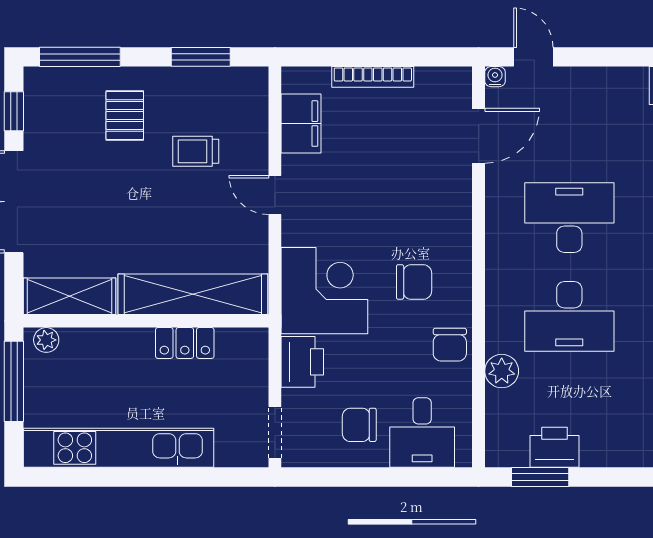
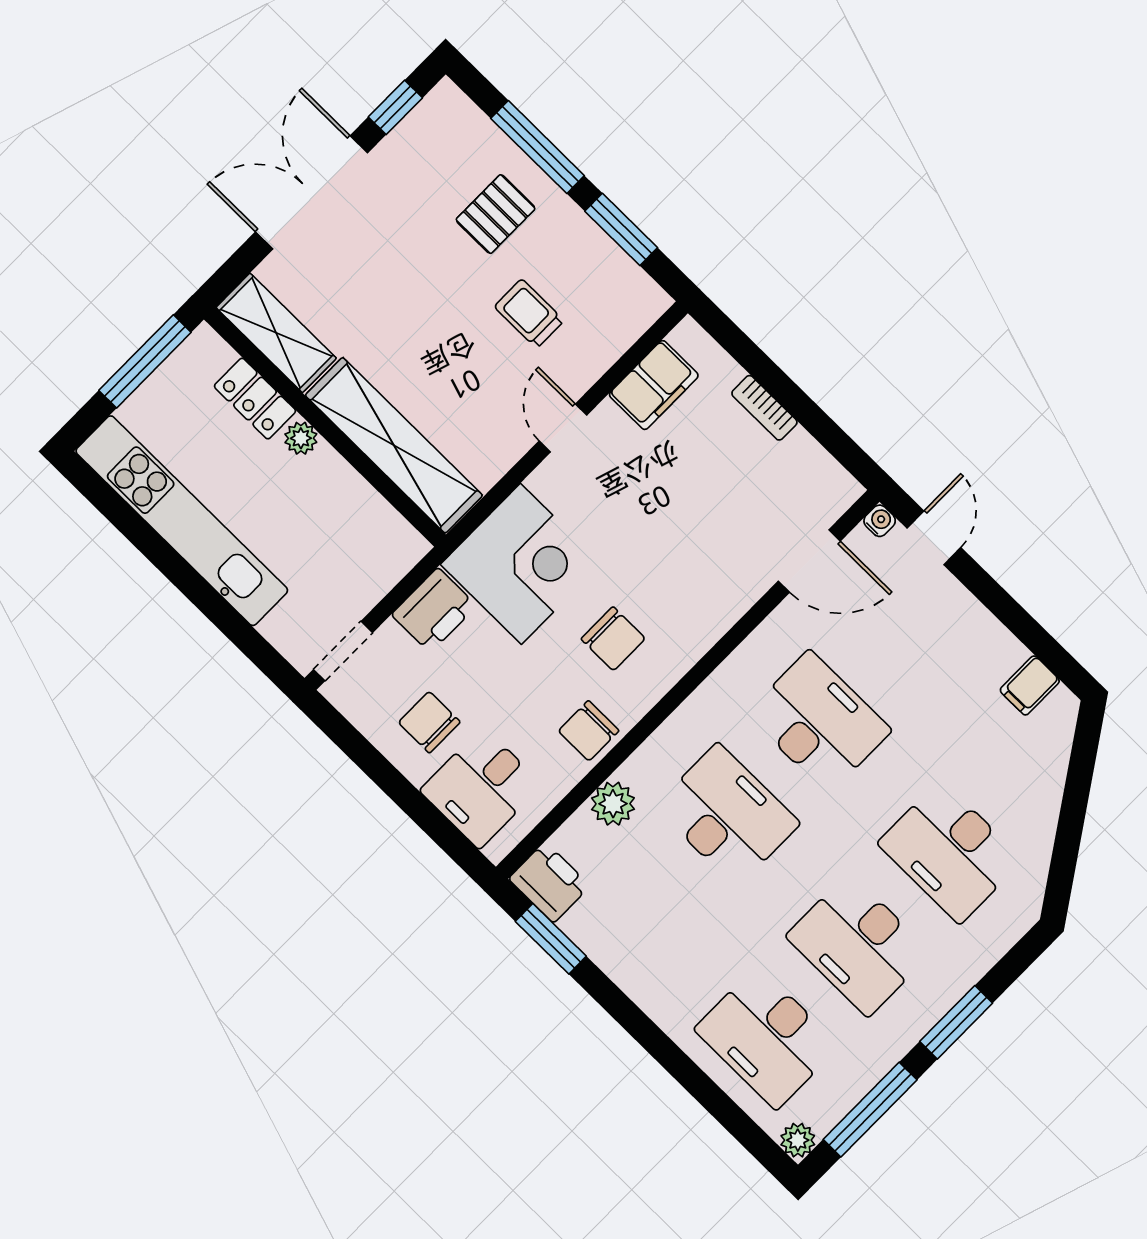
window: (80, 57) -> (538, 147), moved
bookcase: (373, 77) -> (764, 408), width x0.64
desk: (569, 316) -> (727, 815), turned 180
plant: (46, 340) -> (301, 438), moved
locker: (185, 343) -> (255, 399), moved
printer: (555, 447) -> (549, 882), moved

